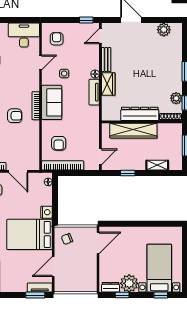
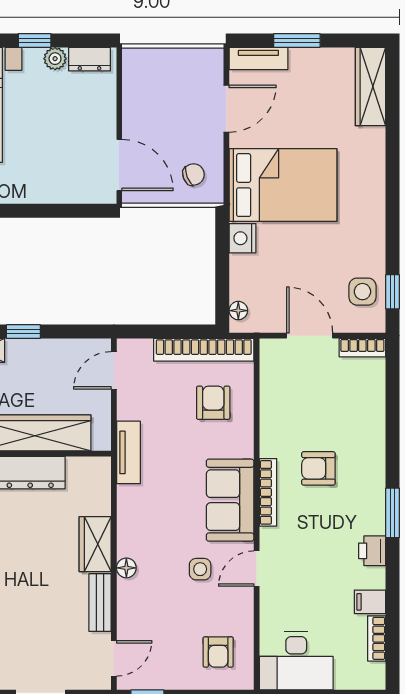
door: (41, 63) -> (257, 569), moved
tv unit: (94, 92) -> (128, 452), moved
window: (128, 173) -> (23, 332), moved
door: (98, 243) -> (119, 165), swing flipped
plant: (129, 283) -> (55, 59), width x0.53, depth x0.53
window: (35, 295) -> (297, 40), moved
window: (122, 295) -> (35, 40), moved

